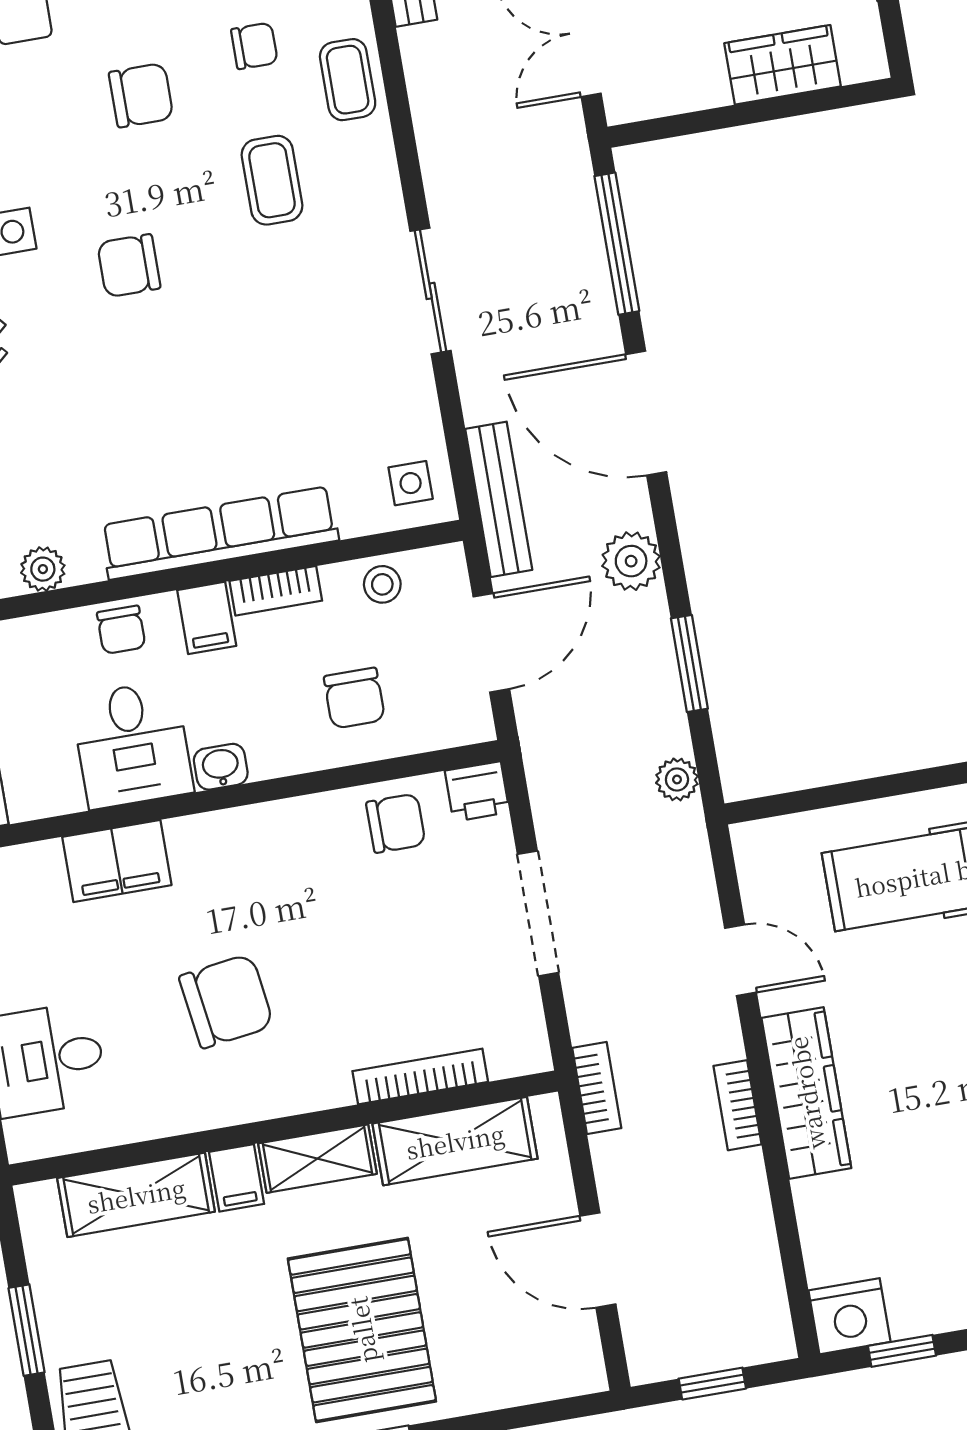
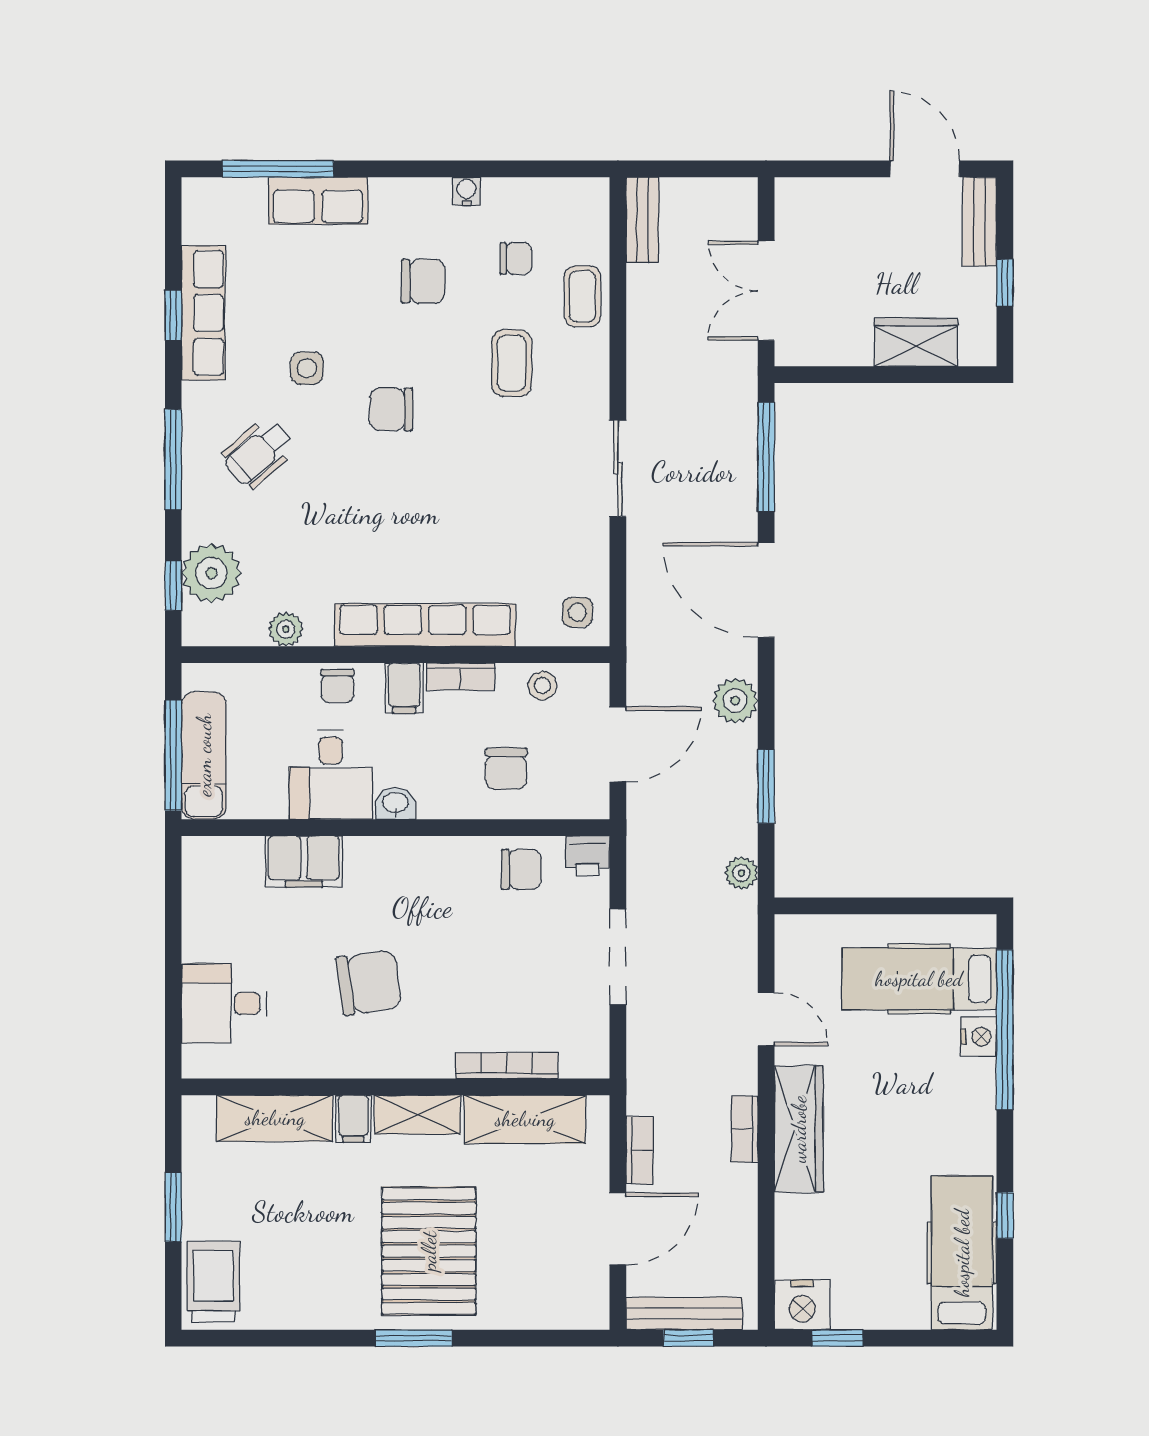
bench: (499, 499) -> (684, 1314), moved, turned 90
bookcase: (597, 1088) -> (640, 1150), moved
door: (598, 1260) -> (618, 1229), swing flipped

